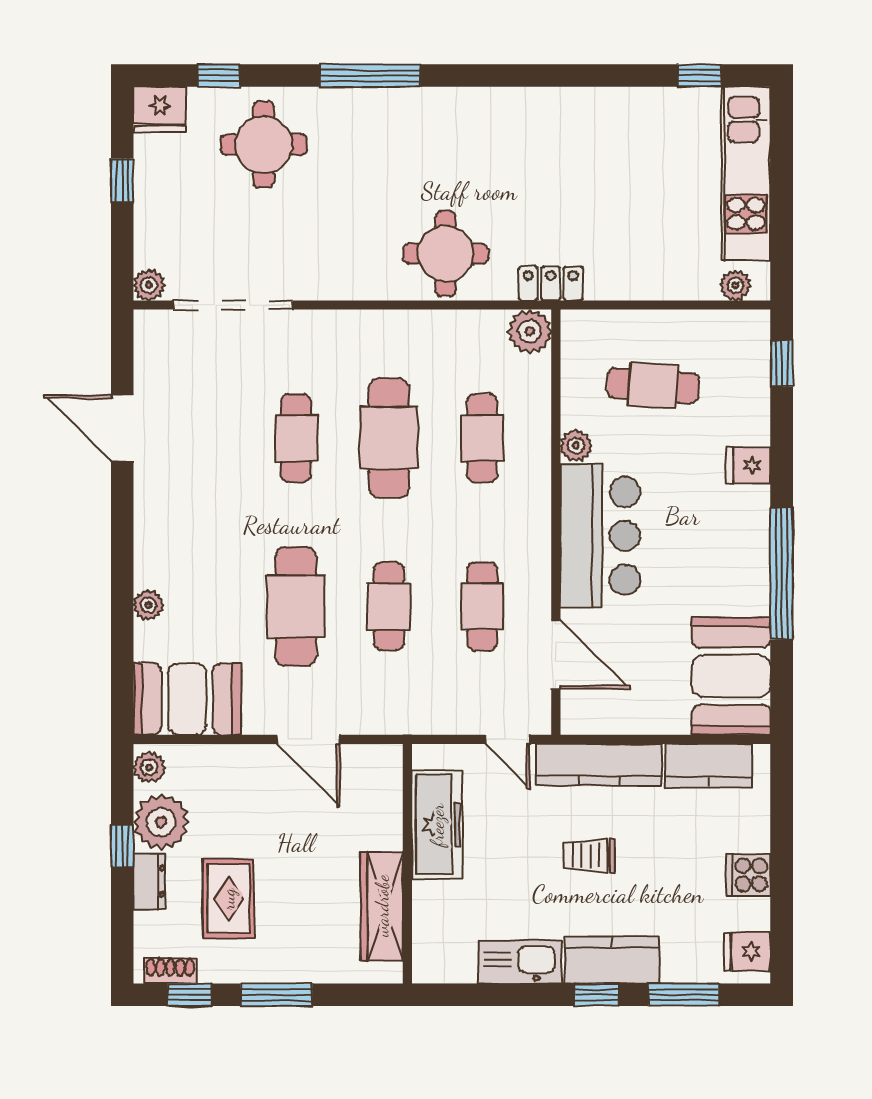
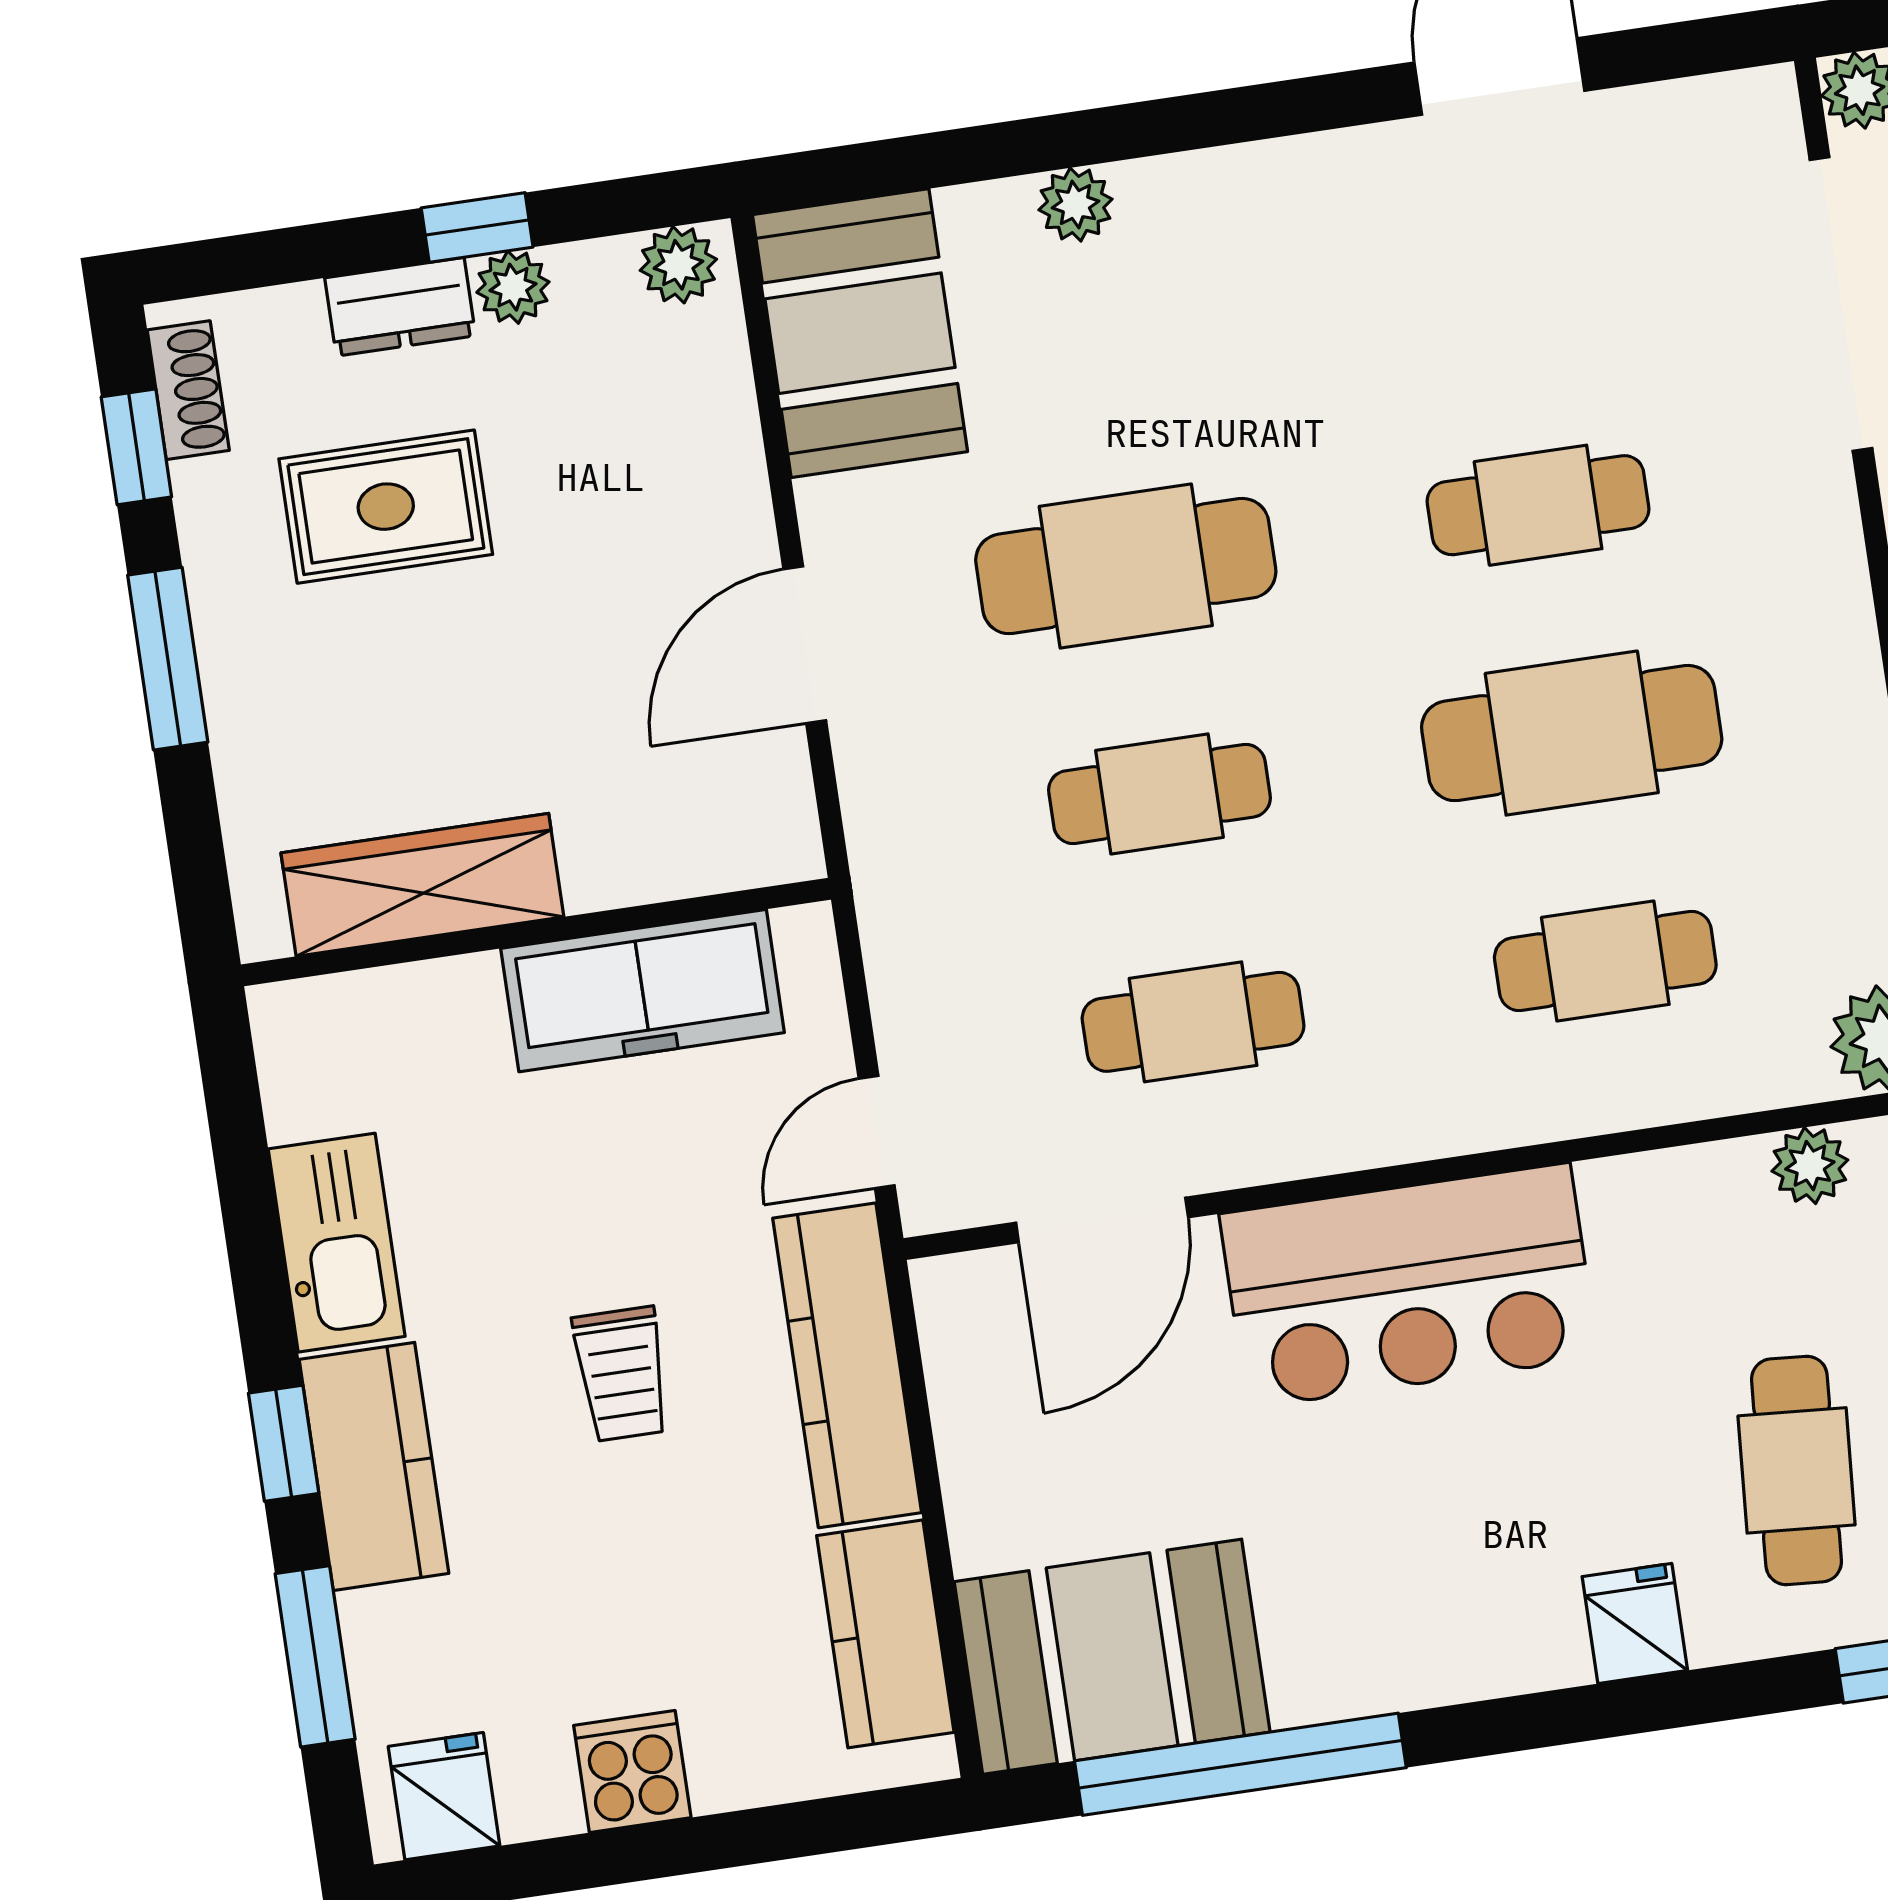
cafe table: (653, 386) -> (1797, 1470), moved
plant: (576, 445) -> (1810, 1166), moved
window: (782, 573) -> (1240, 1764), moved
plant: (161, 822) -> (513, 287), width x0.53, depth x0.53
trolley: (589, 856) -> (622, 1374), turned 180

